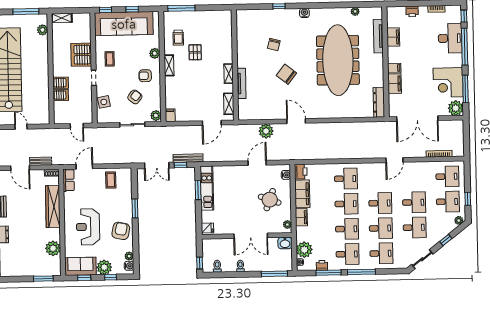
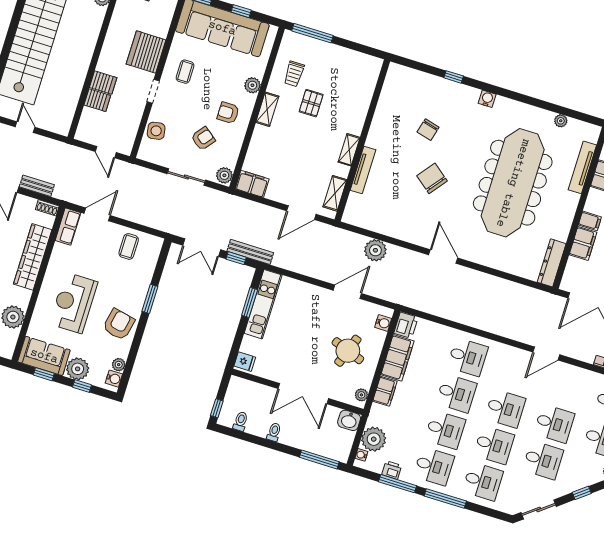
filing cabinet: (170, 115) -> (252, 184), width x2.00
door: (296, 121) -> (443, 256), moved

